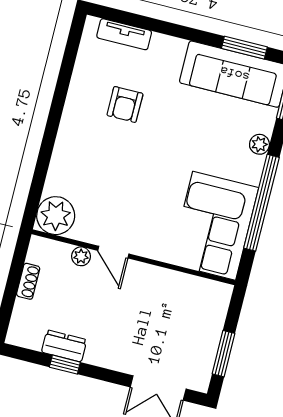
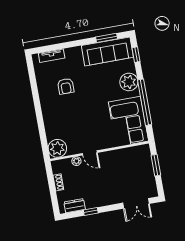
plant: (259, 144) -> (129, 82), width x1.88, depth x1.88
dresser: (64, 346) -> (75, 206), moved
window: (224, 354) -> (156, 165), moved

